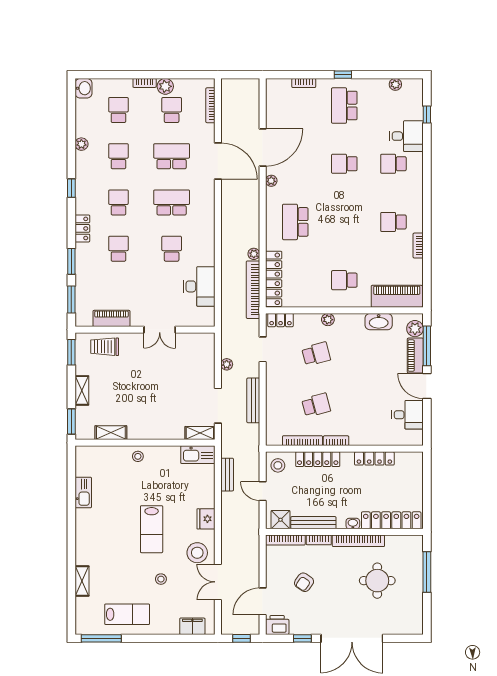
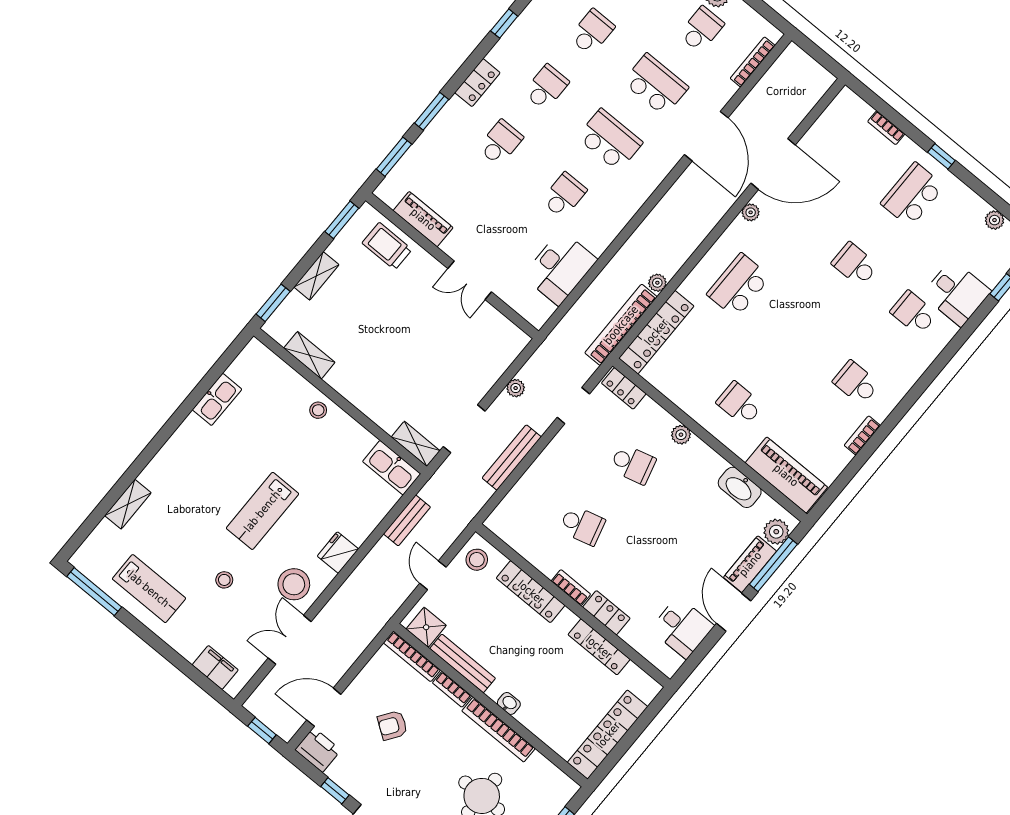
locker: (364, 439) -> (606, 613), added
bookcase: (302, 441) -> (531, 554), removed
locker: (391, 520) -> (608, 735), moved, turned -90

